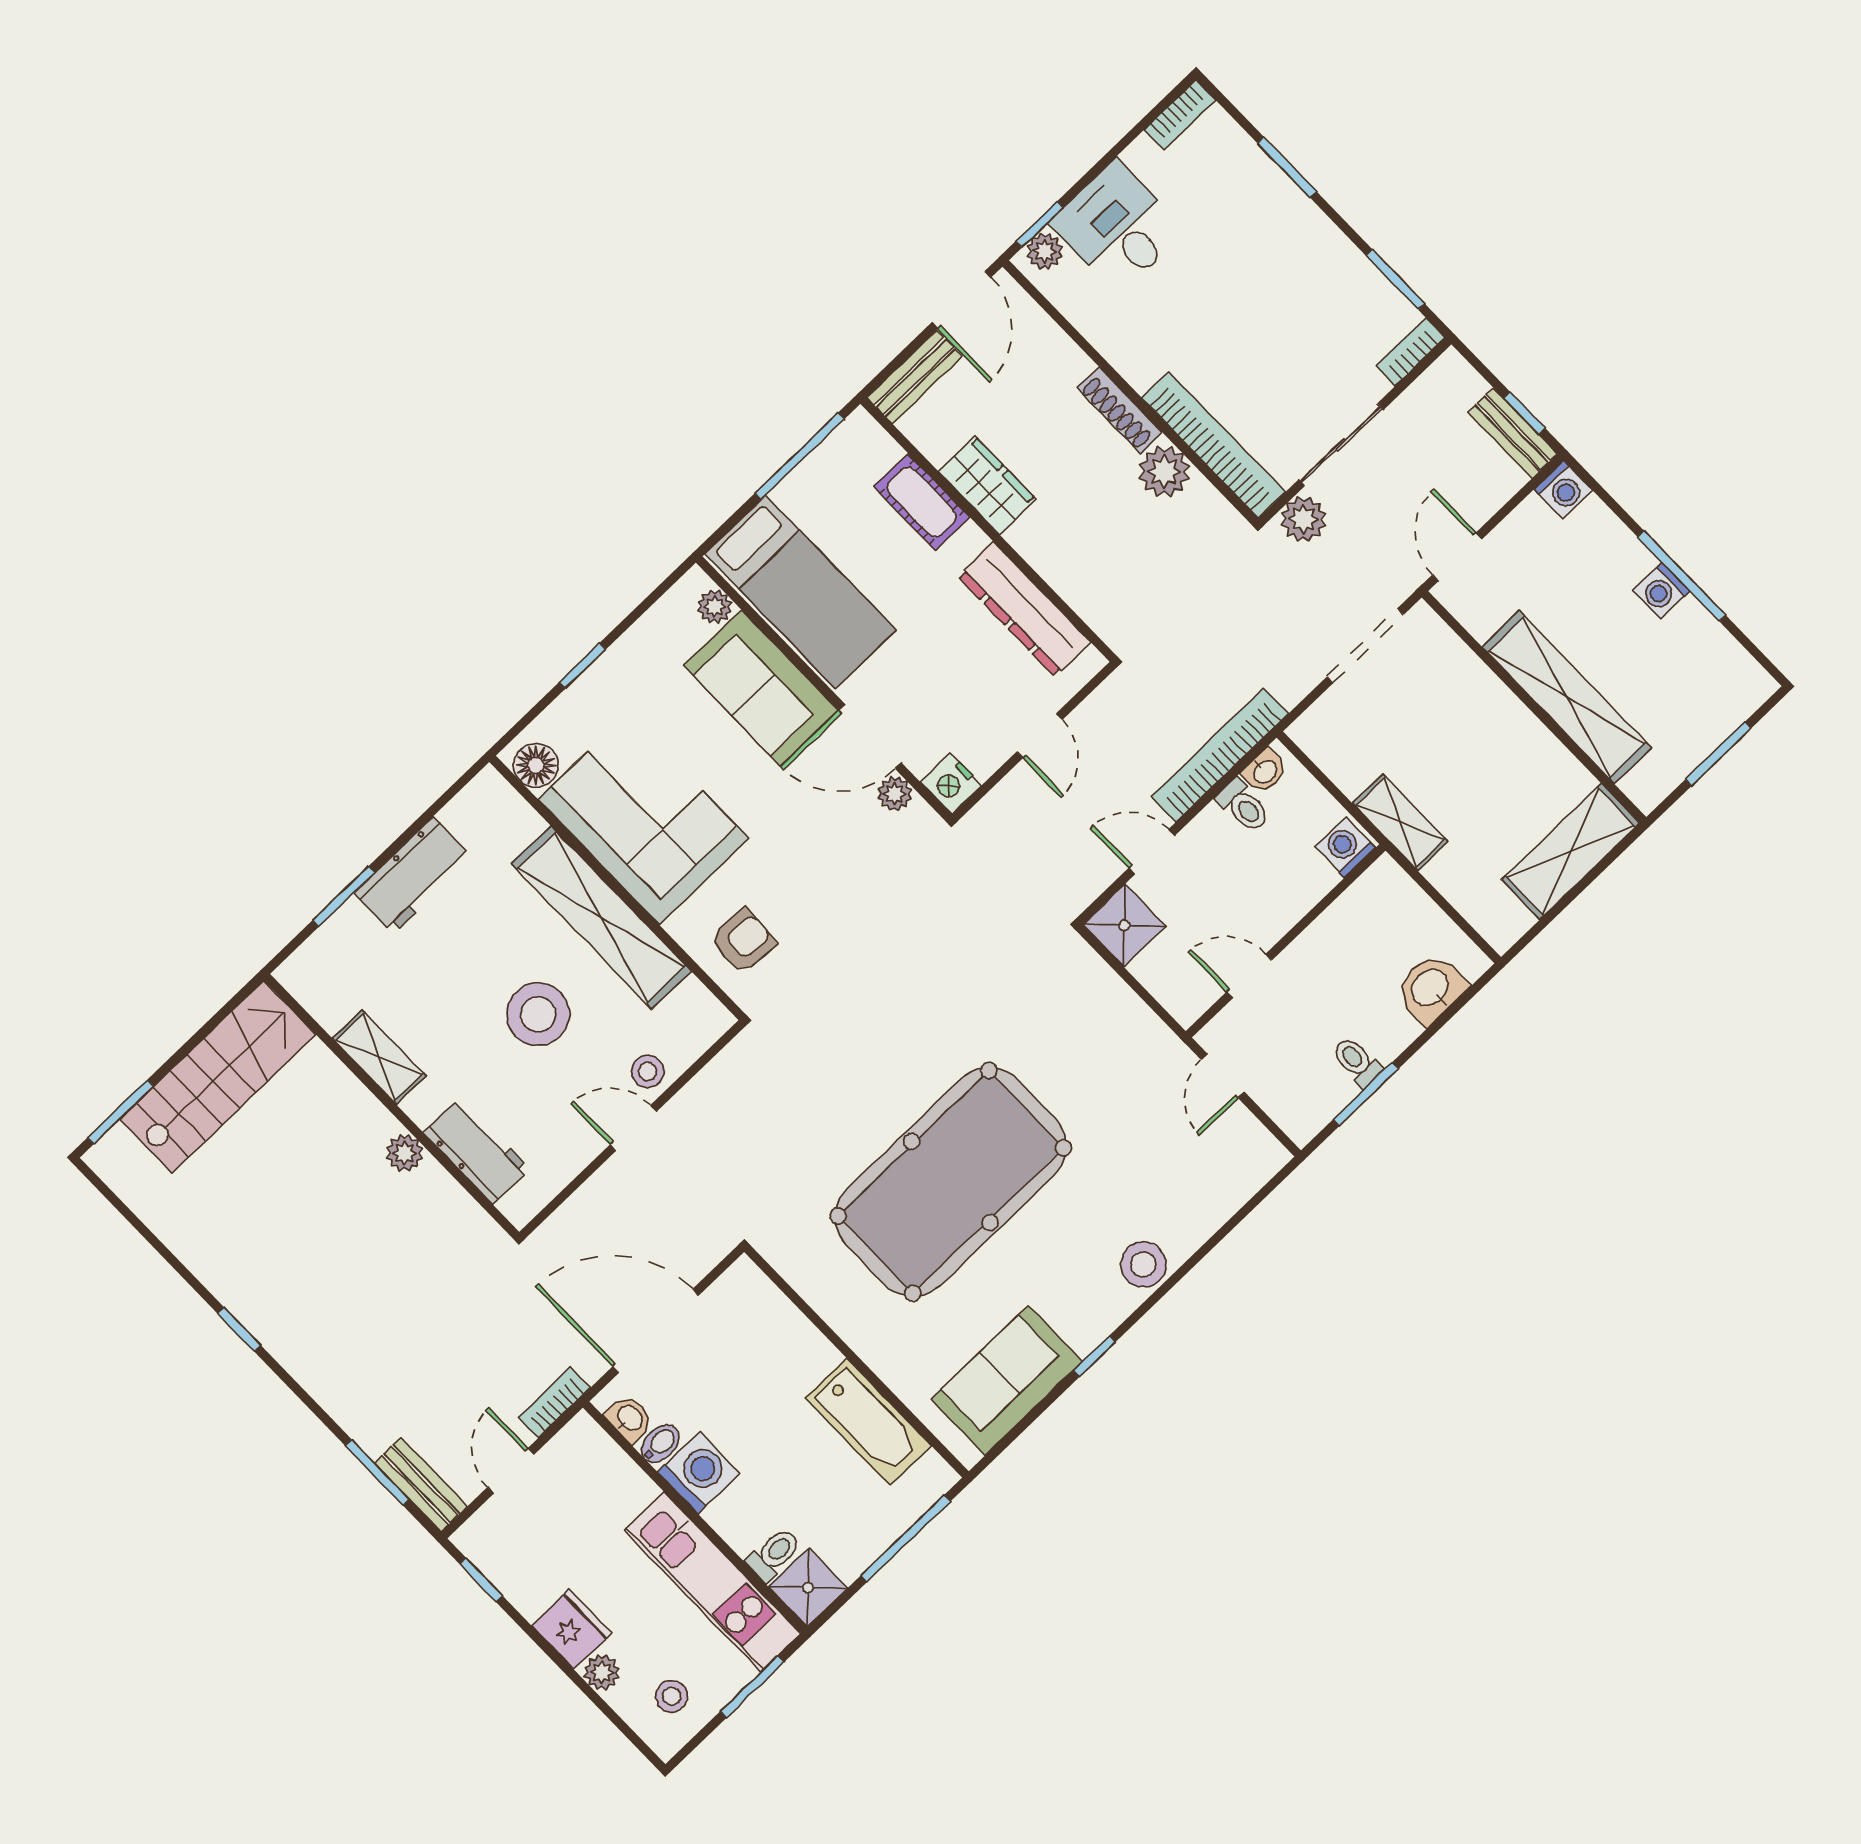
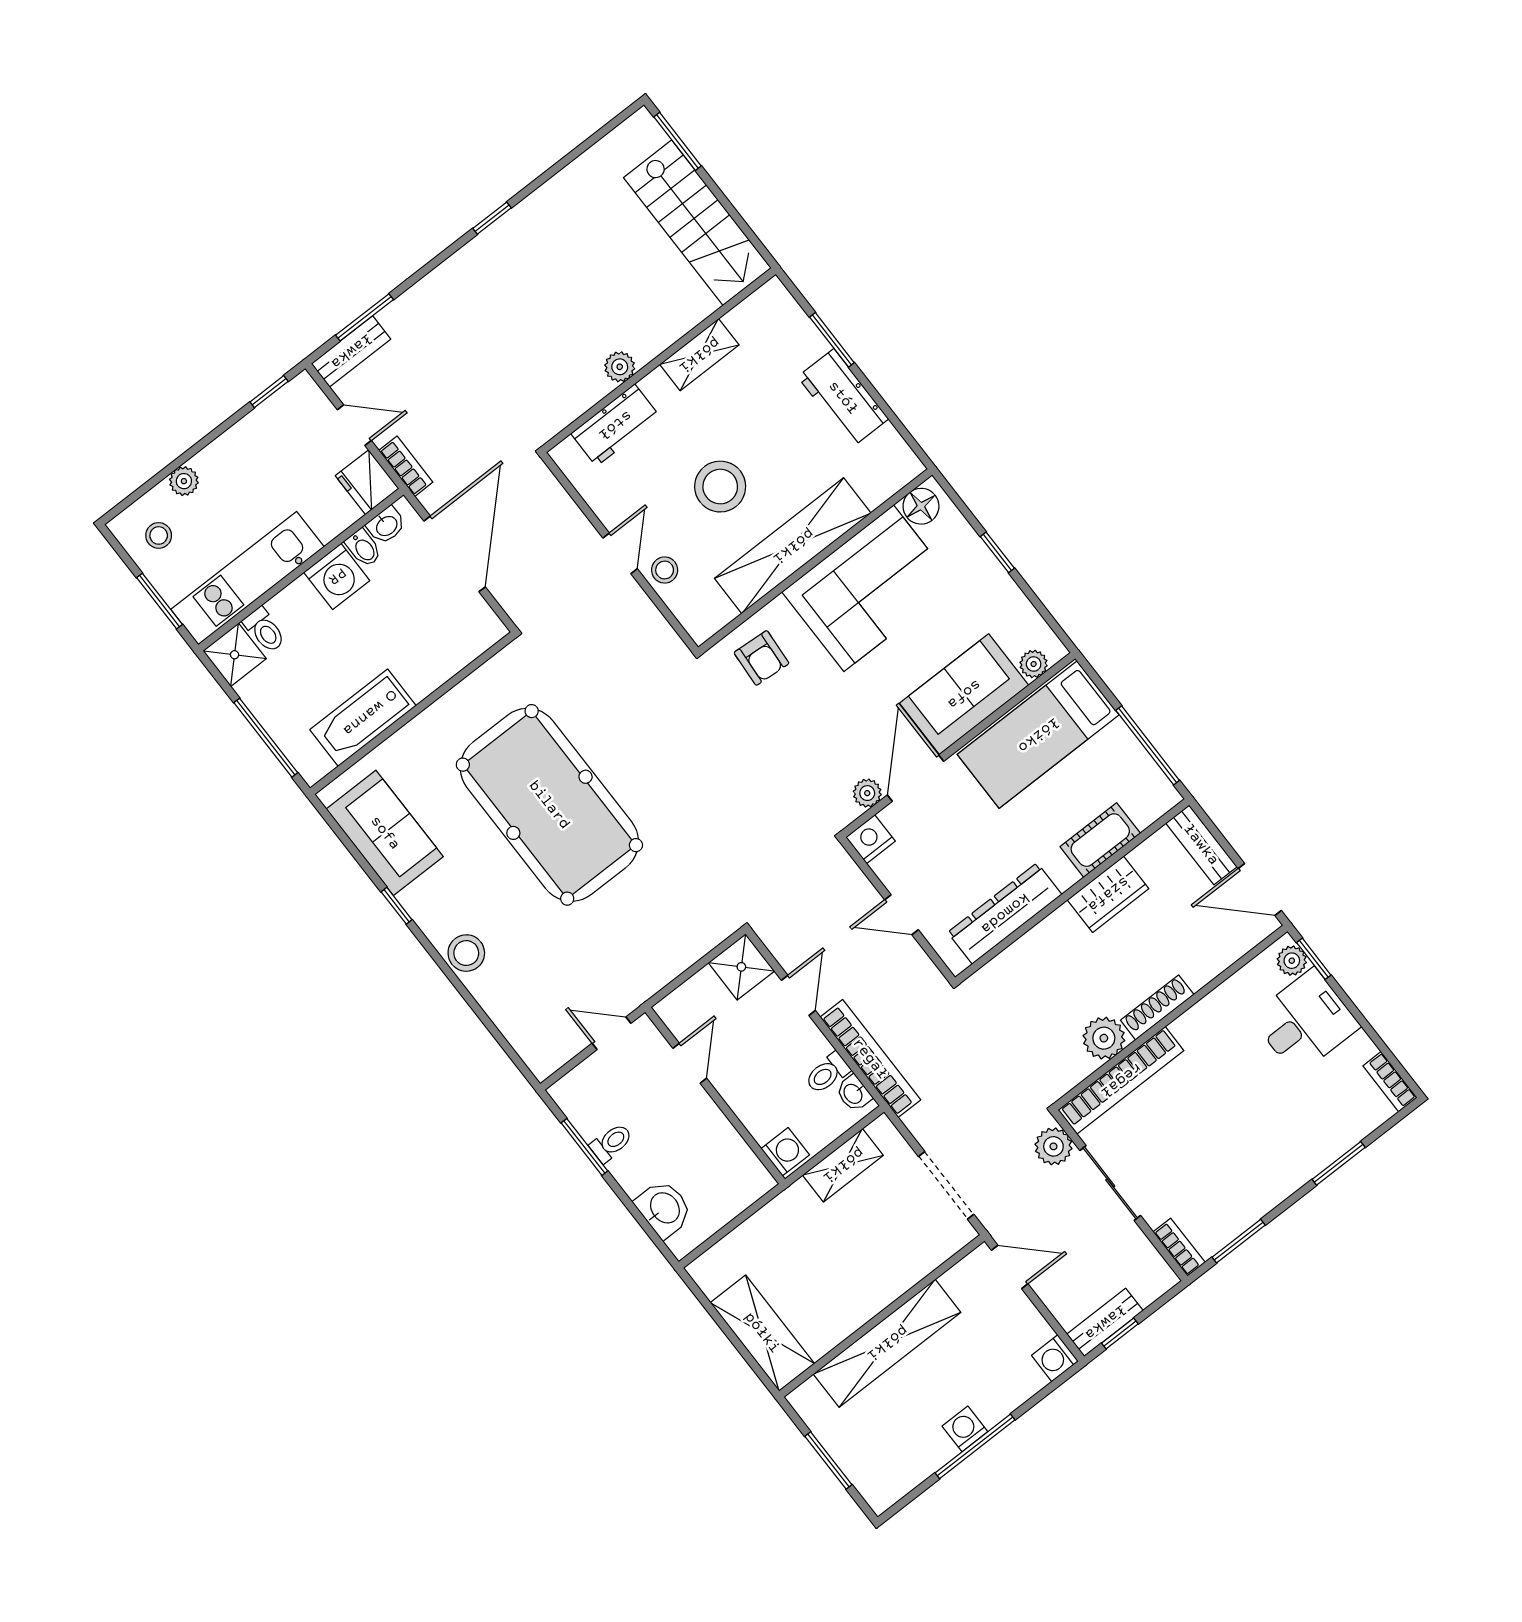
shelving: (1400, 822) -> (843, 1165), moved
fridge: (572, 1629) -> (367, 482), moved, turned 90

